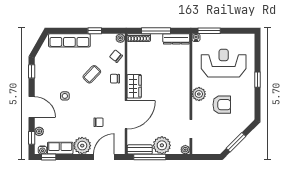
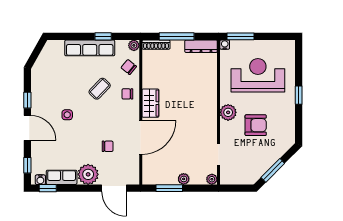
row of seats: (69, 40) -> (90, 48), moved
window: (32, 71) -> (27, 100), moved
plant: (39, 131) -> (36, 157), removed
plant: (162, 145) -> (184, 179), width x0.53, depth x0.53
bench: (140, 149) -> (157, 179), removed
door: (104, 157) -> (114, 188), swing flipped
window: (150, 157) -> (169, 188), width x0.69

